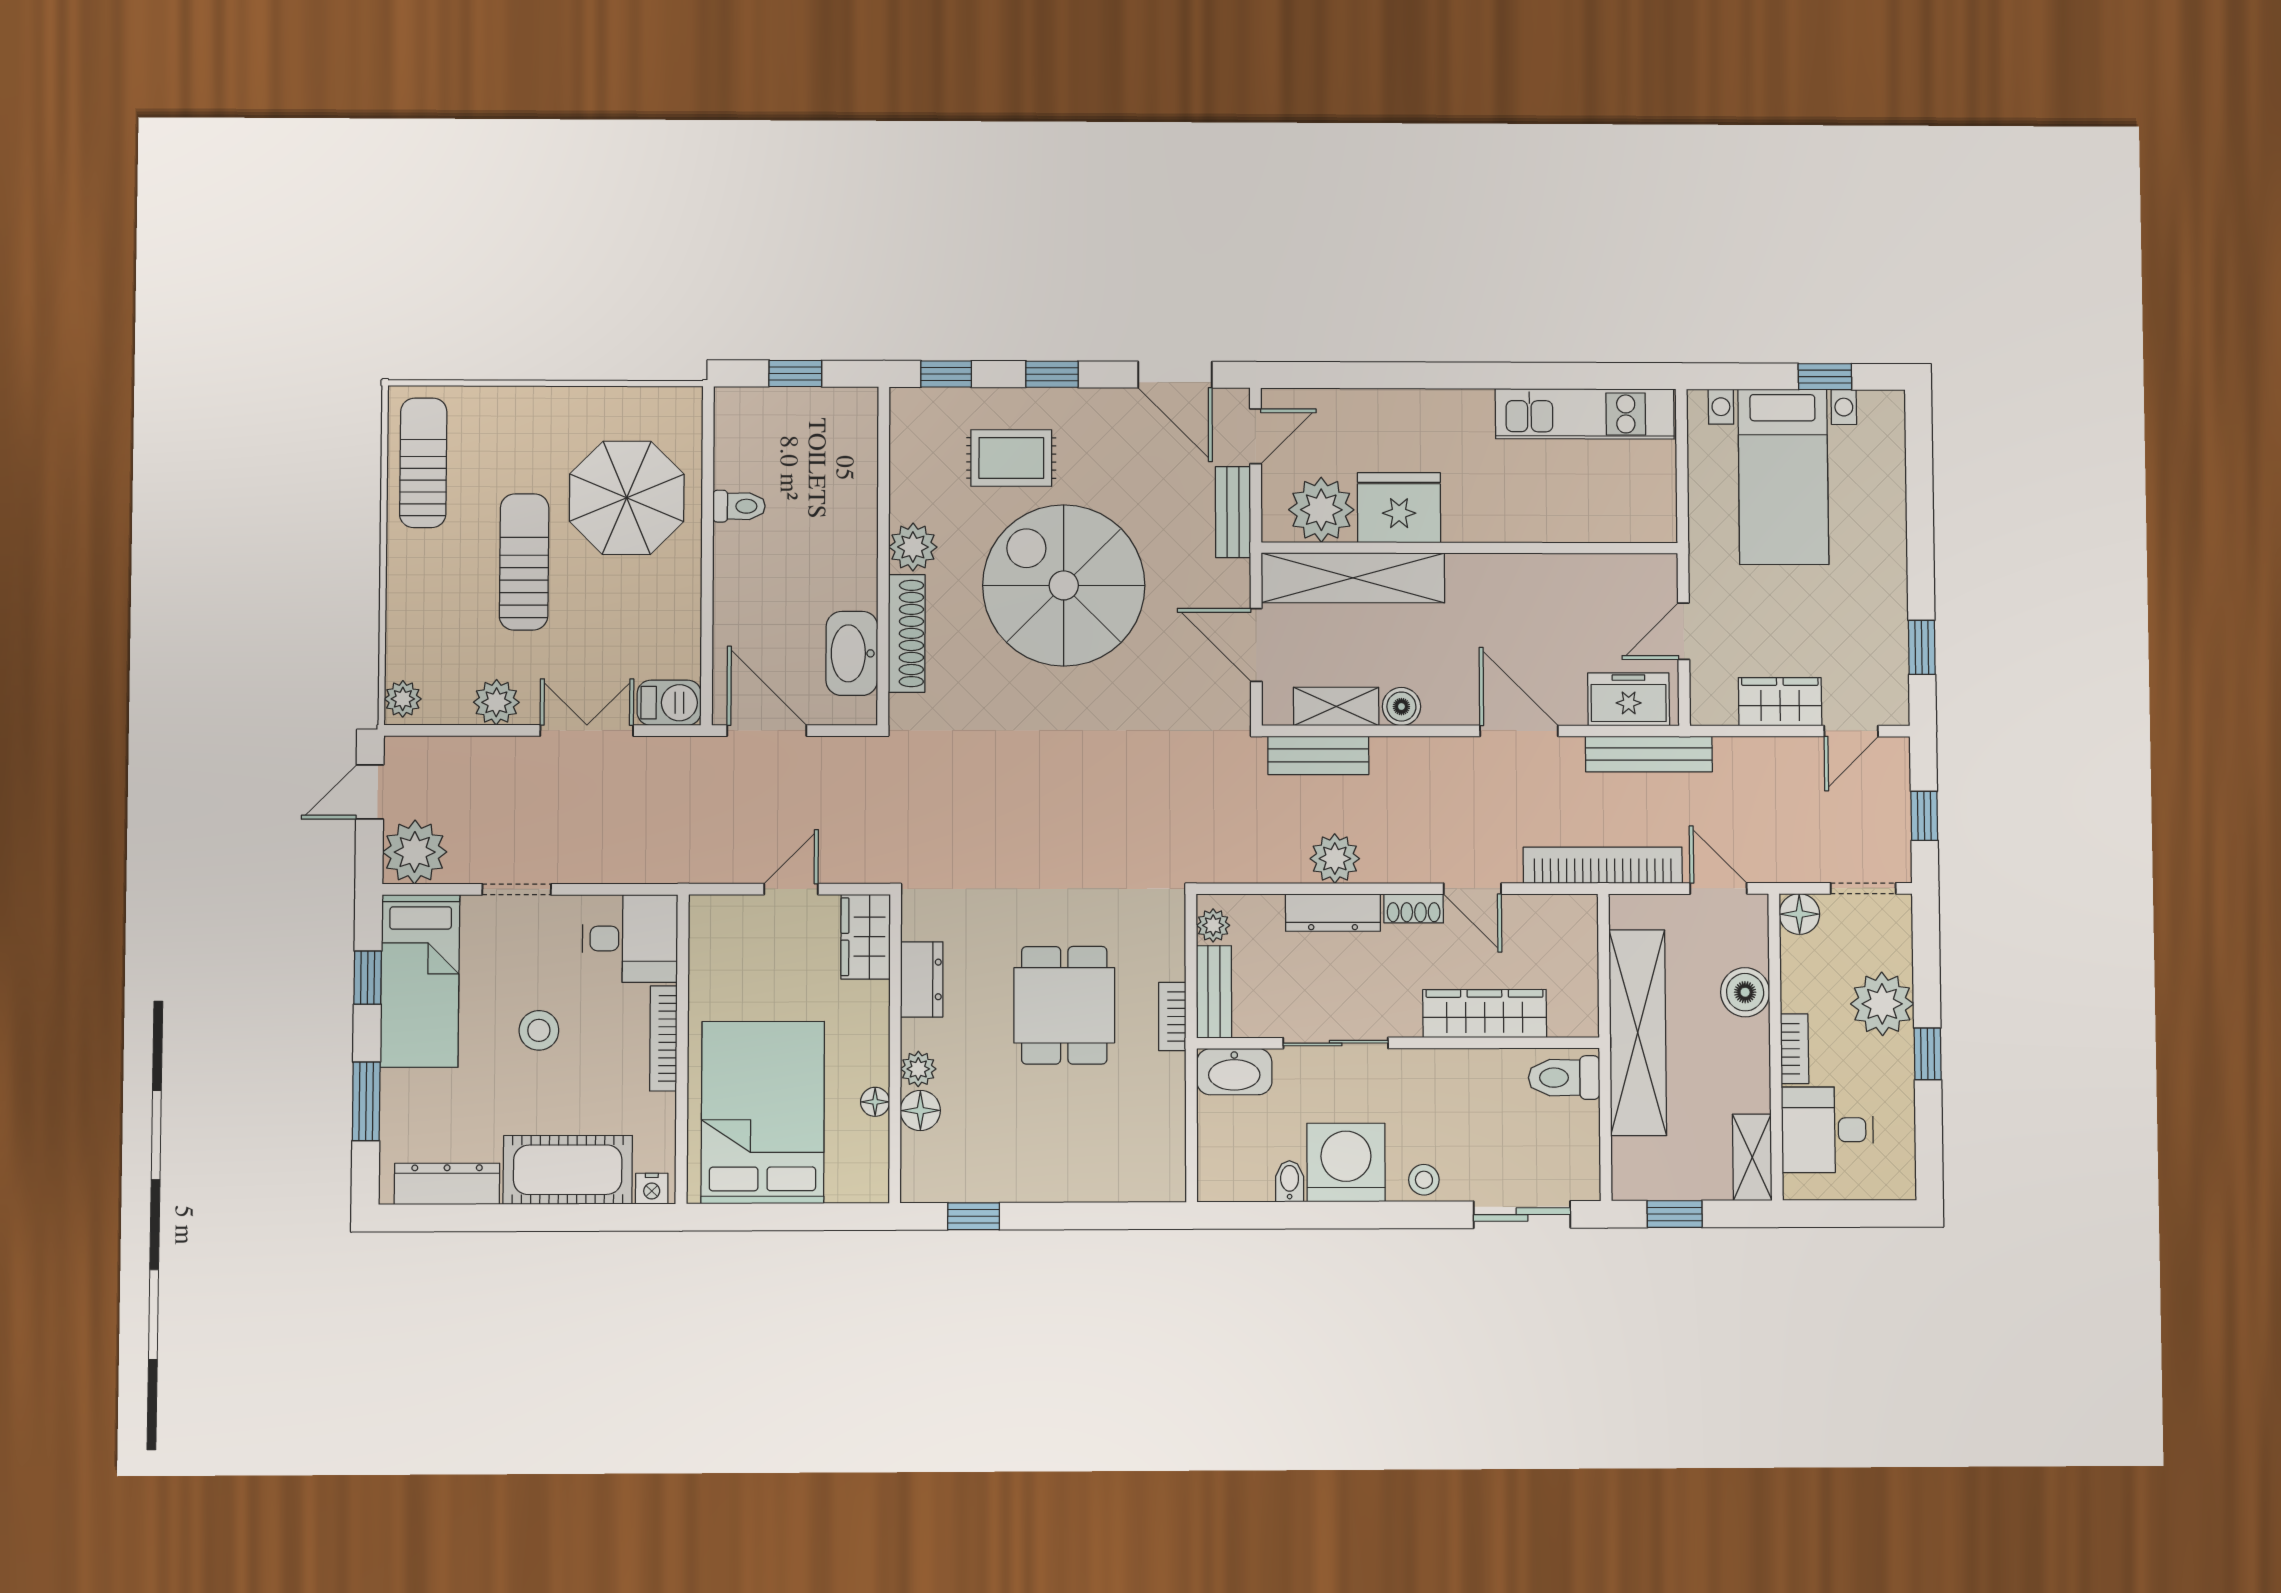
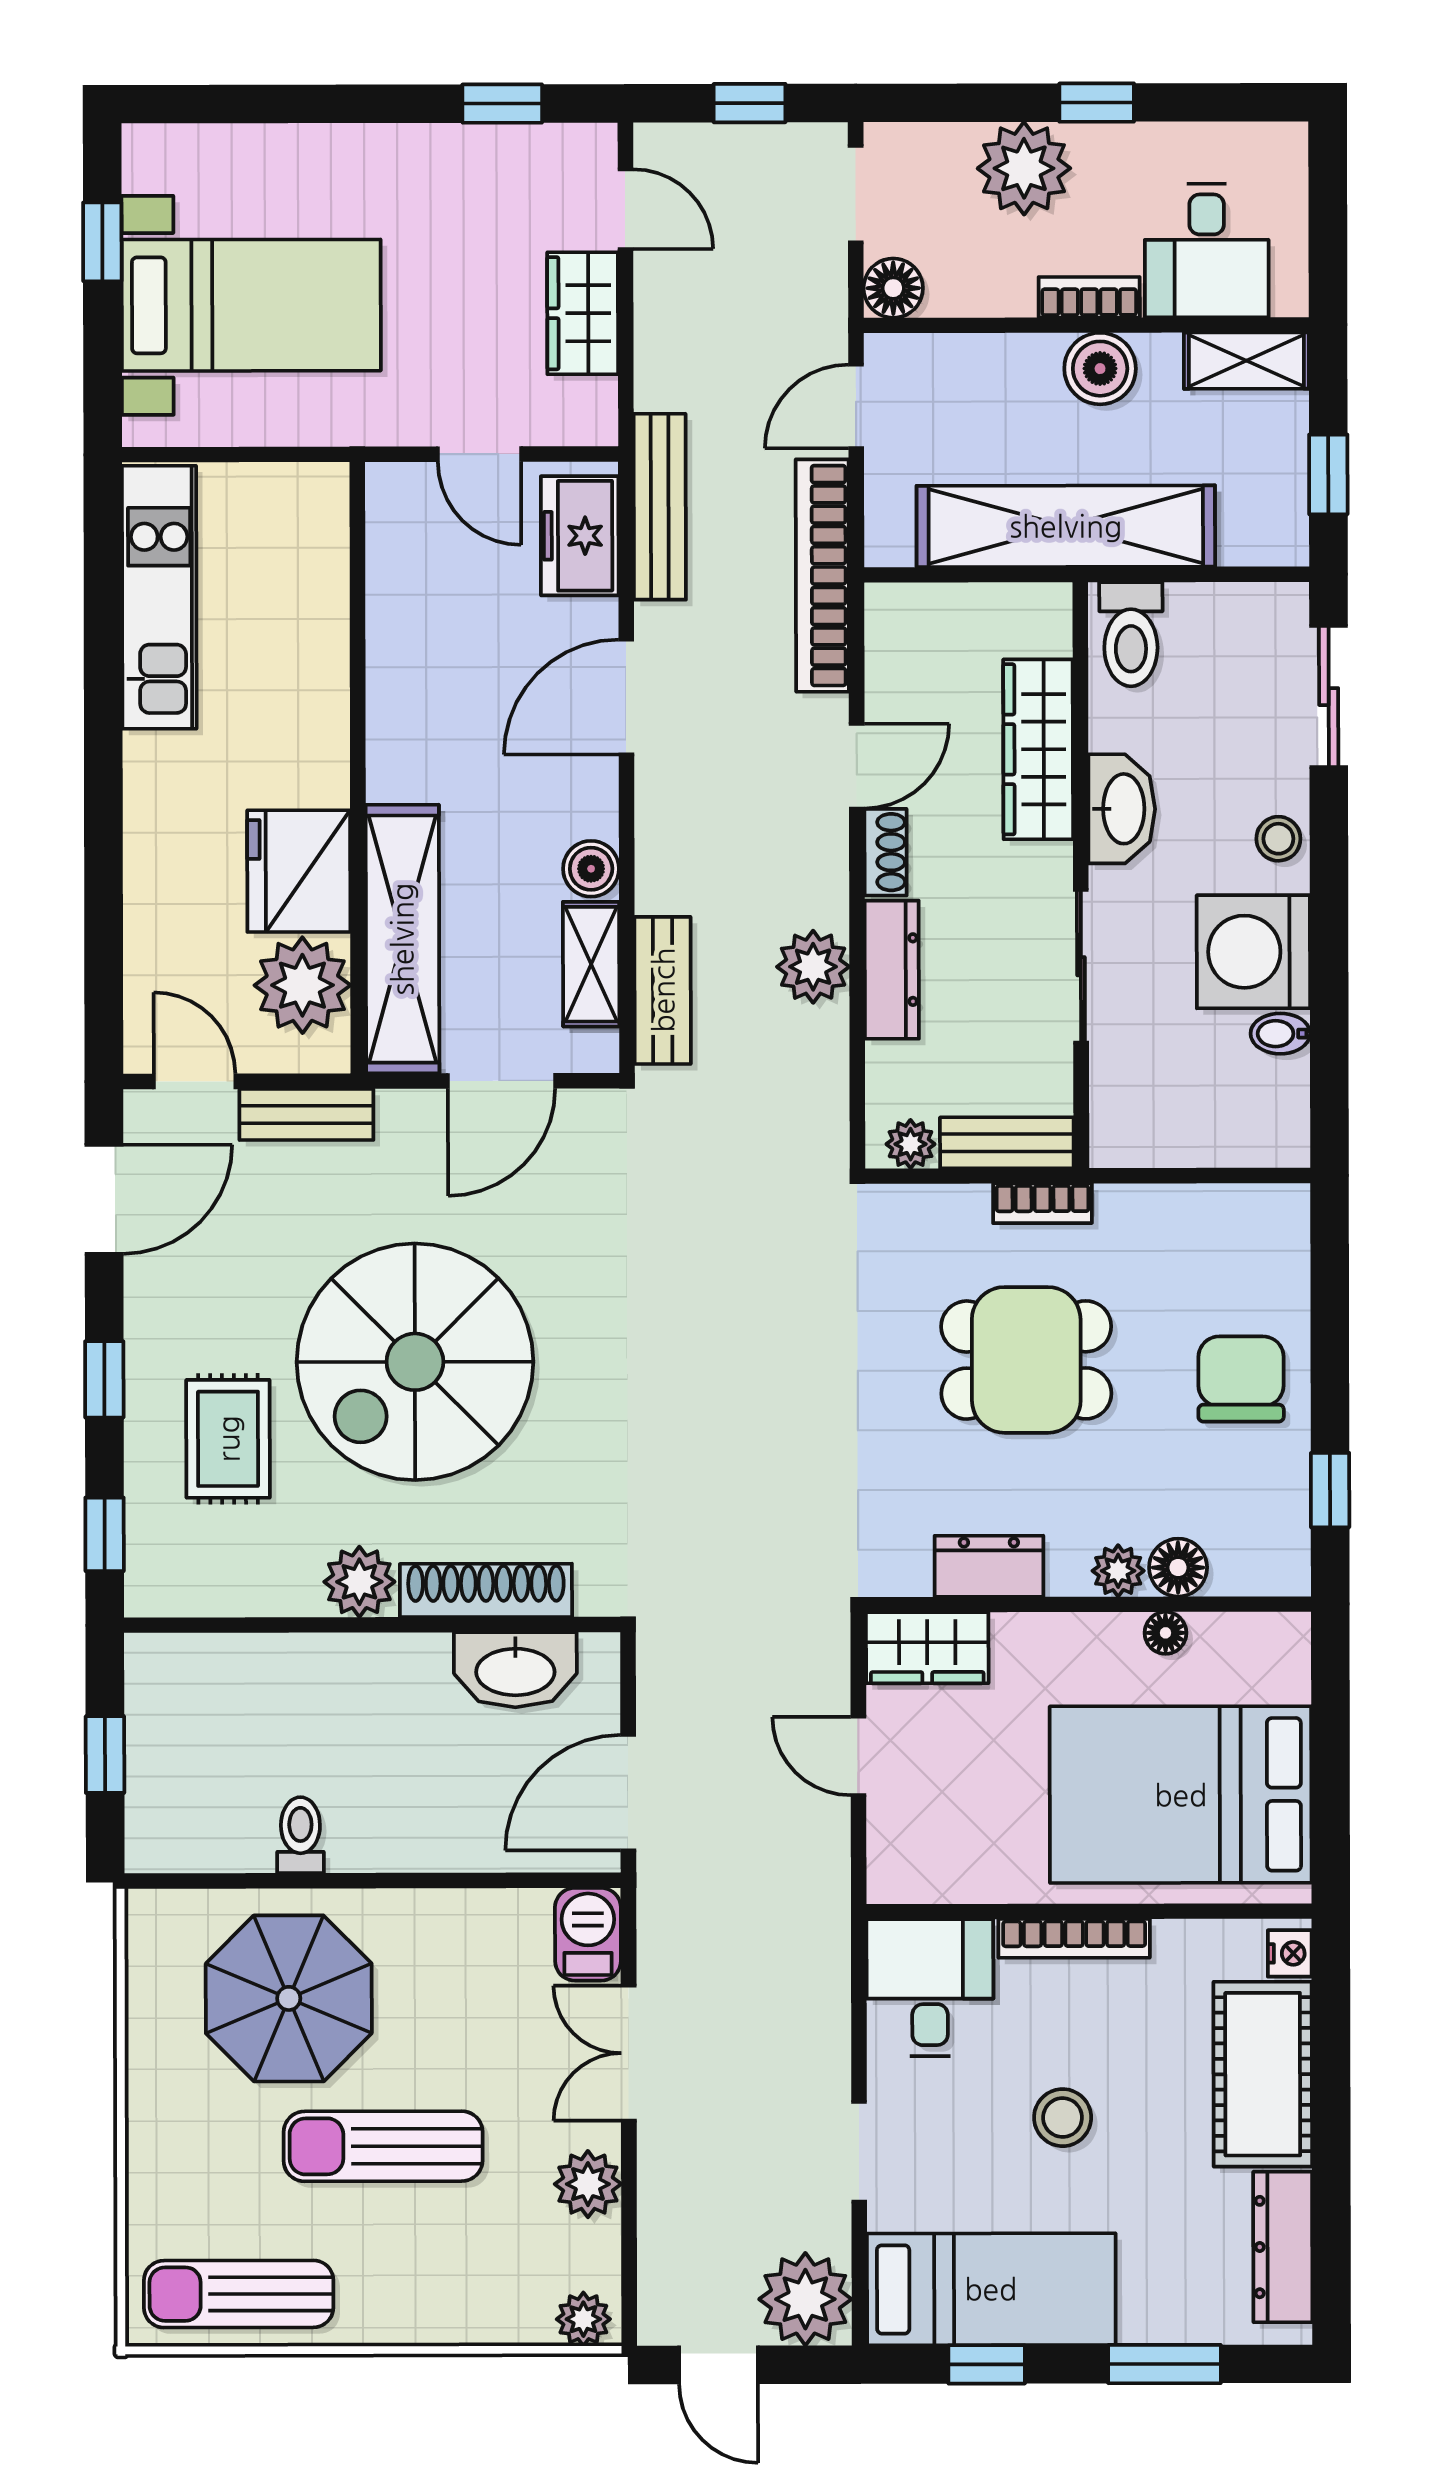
boiler: (1745, 992) -> (1100, 369), moved
washbasin: (1234, 1072) -> (1122, 809), moved
chair: (1051, 1154) -> (1241, 1379), added

